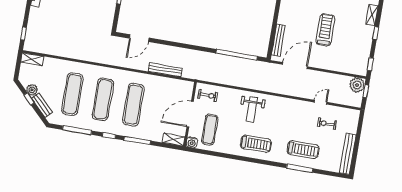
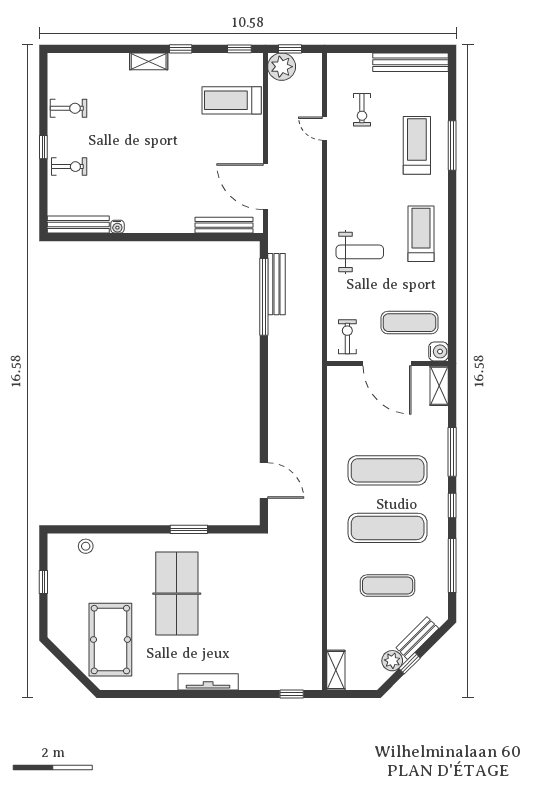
treadmill: (325, 30) -> (232, 100), moved
bench: (165, 70) -> (276, 284), moved
exercise mat: (72, 94) -> (388, 586), width x0.73, depth x0.69

